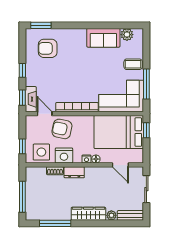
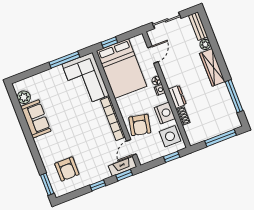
coffee table: (133, 64) -> (50, 80), removed

